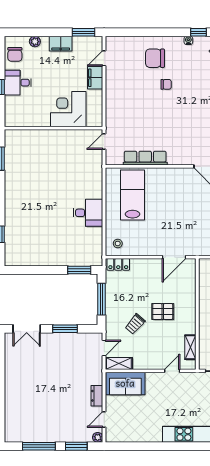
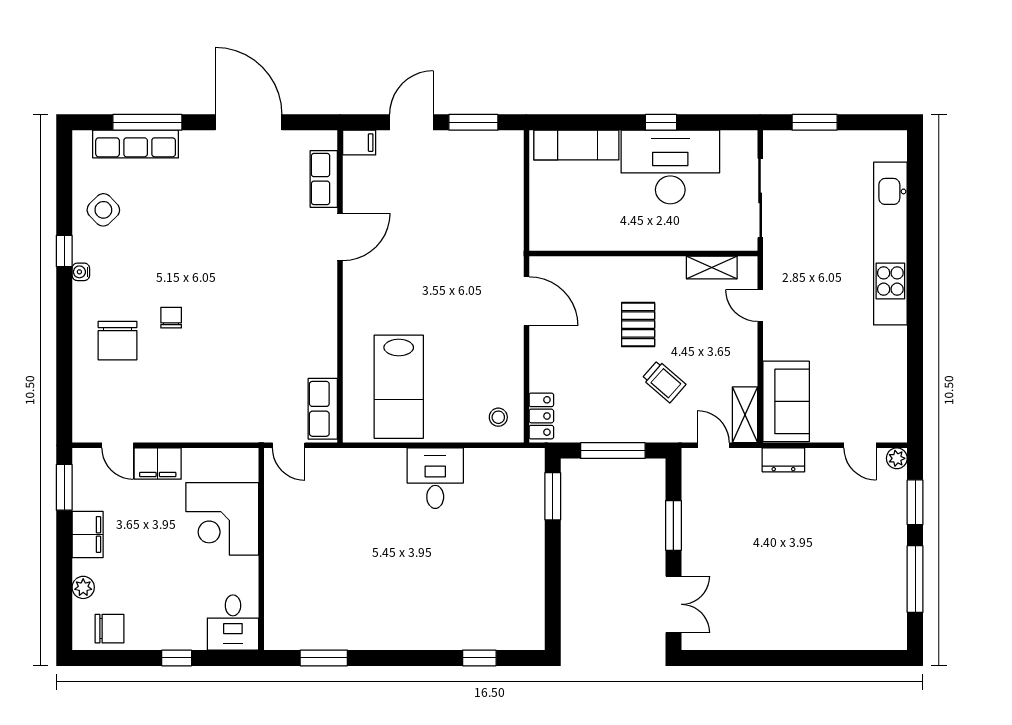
desk: (18, 83) -> (233, 622), moved
row of seats: (145, 158) -> (323, 409), moved, width x0.68
lab bench: (133, 195) -> (399, 387), turned -90
dresser: (97, 396) -> (783, 460), moved

